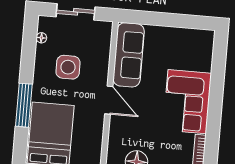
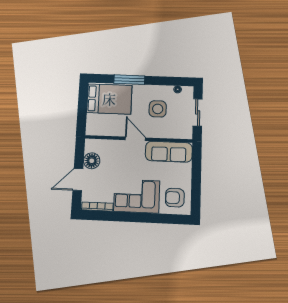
armchair: (191, 50) -> (175, 198), added
door: (109, 100) -> (135, 139), swing flipped

